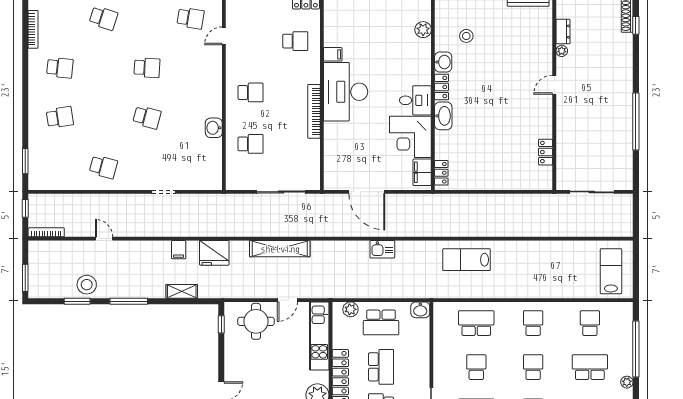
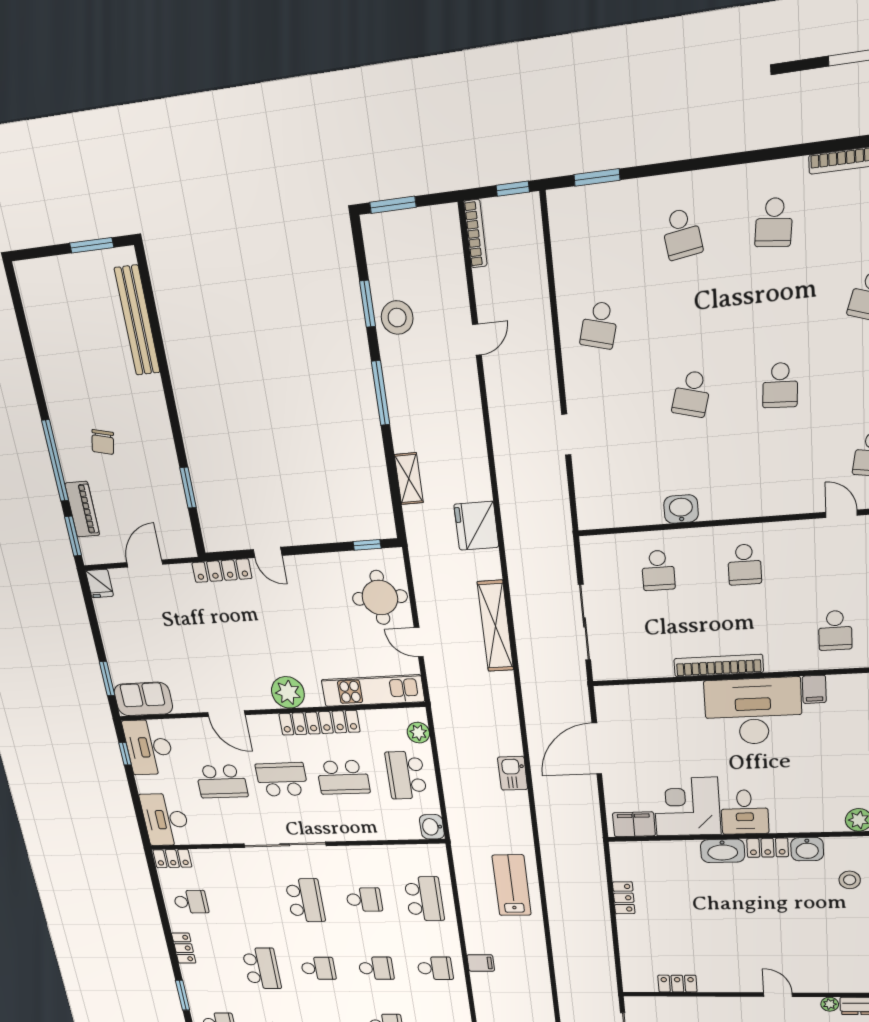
locker: (441, 173) -> (624, 898), moved, turned -90
filing cabinet: (179, 250) -> (481, 963), moved, turned 180

